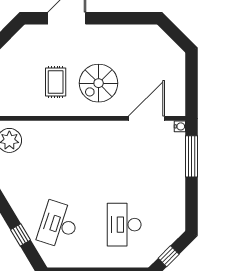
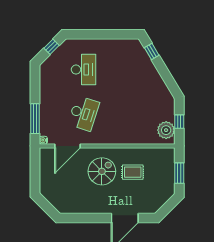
rug: (56, 82) -> (133, 172), turned 90
desk: (59, 225) -> (84, 113), moved
window: (20, 235) -> (152, 51), moved

